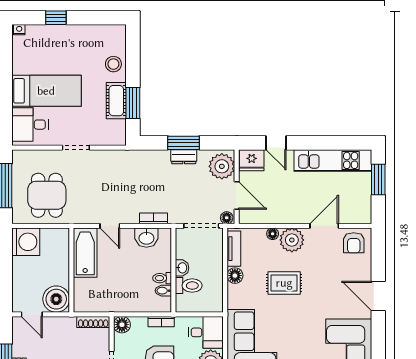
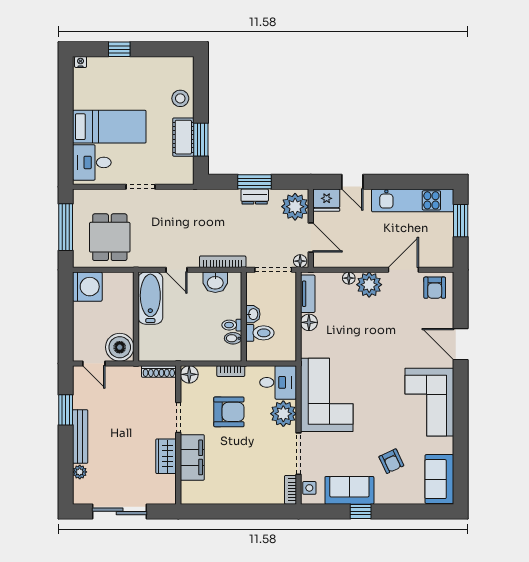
bookcase: (154, 218) -> (223, 262), width x1.56
rug: (284, 283) -> (361, 330), removed

